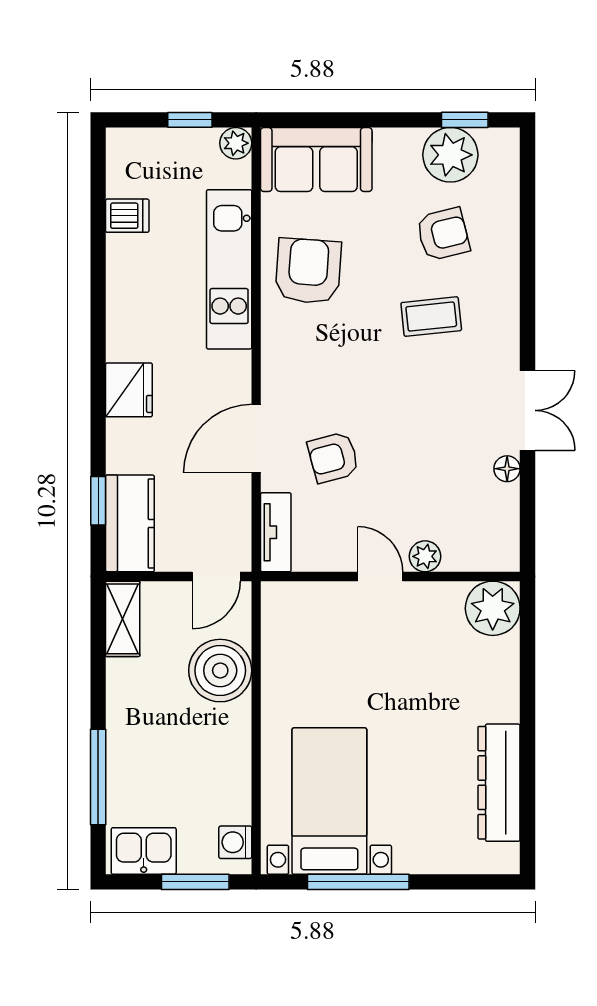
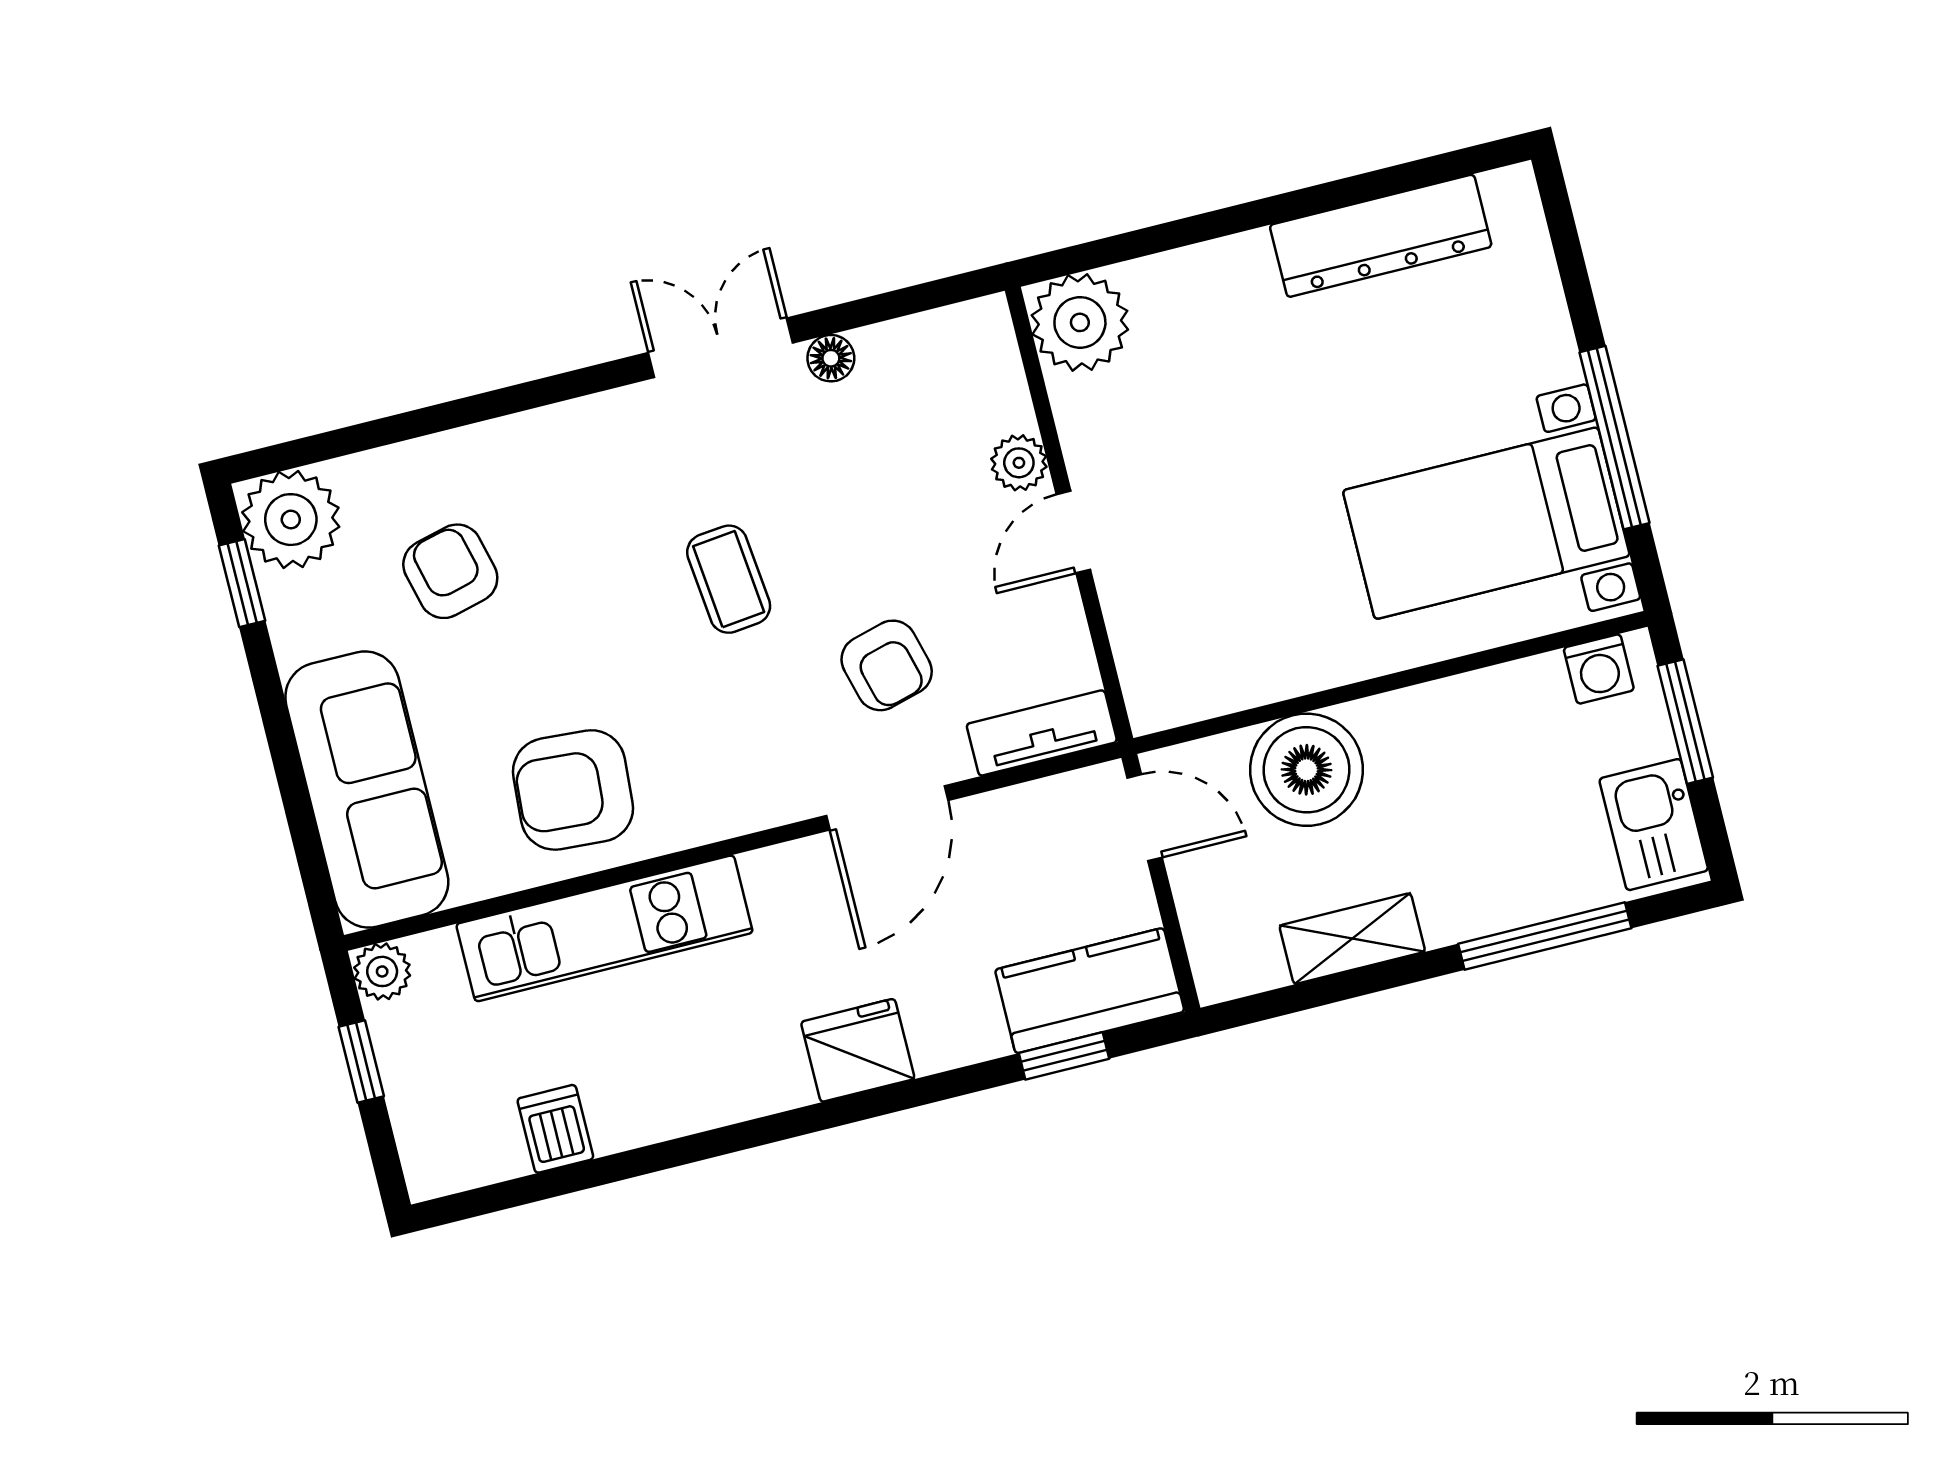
plant: (450, 155) -> (291, 520), moved
sofa: (316, 160) -> (367, 789), width x1.36
coffee table: (431, 317) -> (729, 579), moved
door: (256, 438) -> (887, 808), hinge flipped
shelving: (123, 619) -> (1352, 939), moved

